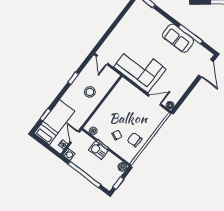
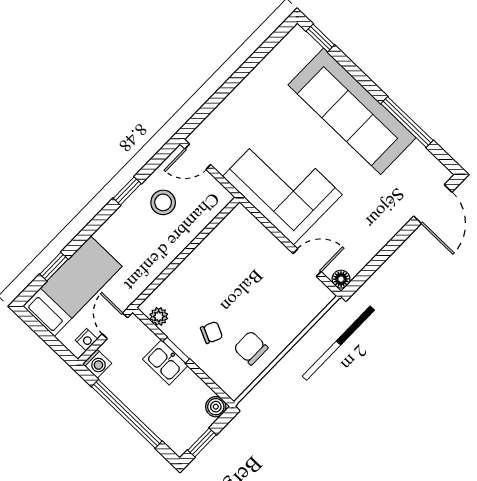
sofa: (178, 38) -> (352, 111), width x1.85, depth x1.27
door: (102, 60) -> (198, 157), hinge flipped
stool: (90, 92) -> (163, 202), moved

